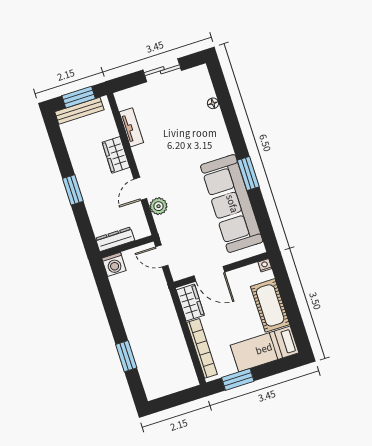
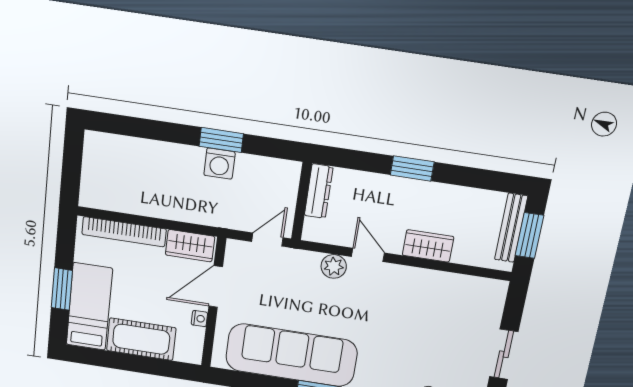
tv unit: (131, 127) -> (453, 282), removed
washing machine: (114, 264) -> (219, 164), moved, turned -90
nightstand: (265, 265) -> (199, 319), moved
window: (126, 356) -> (221, 140), moved
window: (238, 379) -> (62, 289), moved

